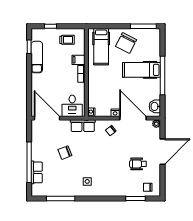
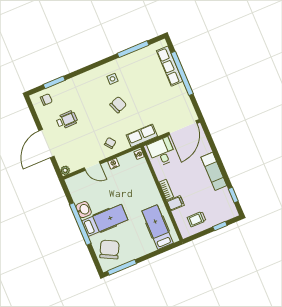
chair: (126, 43) -> (109, 250), moved
exam couch: (37, 57) -> (214, 171), moved
washbasin: (155, 106) -> (84, 210), moved
door: (47, 118) -> (183, 128), hinge flipped
door: (133, 118) -> (92, 166), width x0.53
chair: (65, 153) -> (118, 105), moved
row of seats: (37, 172) -> (170, 66), width x1.48

